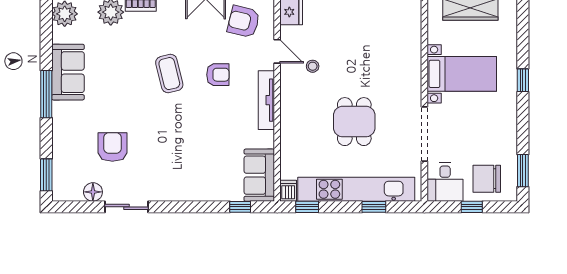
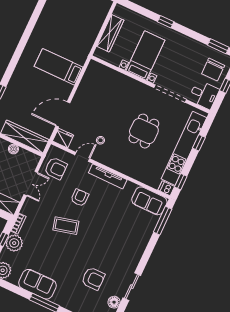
armchair: (244, 22) -> (56, 168), turned -104
dining table: (354, 122) -> (144, 131), turned 90
armchair: (112, 147) -> (93, 279), turned 180
window: (240, 207) -> (163, 221), width x2.17

